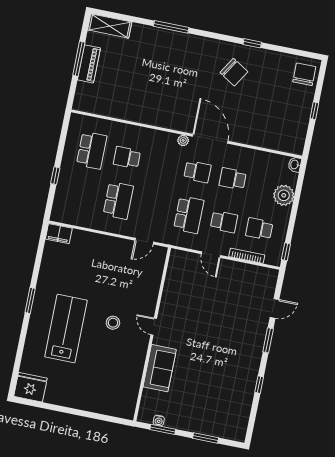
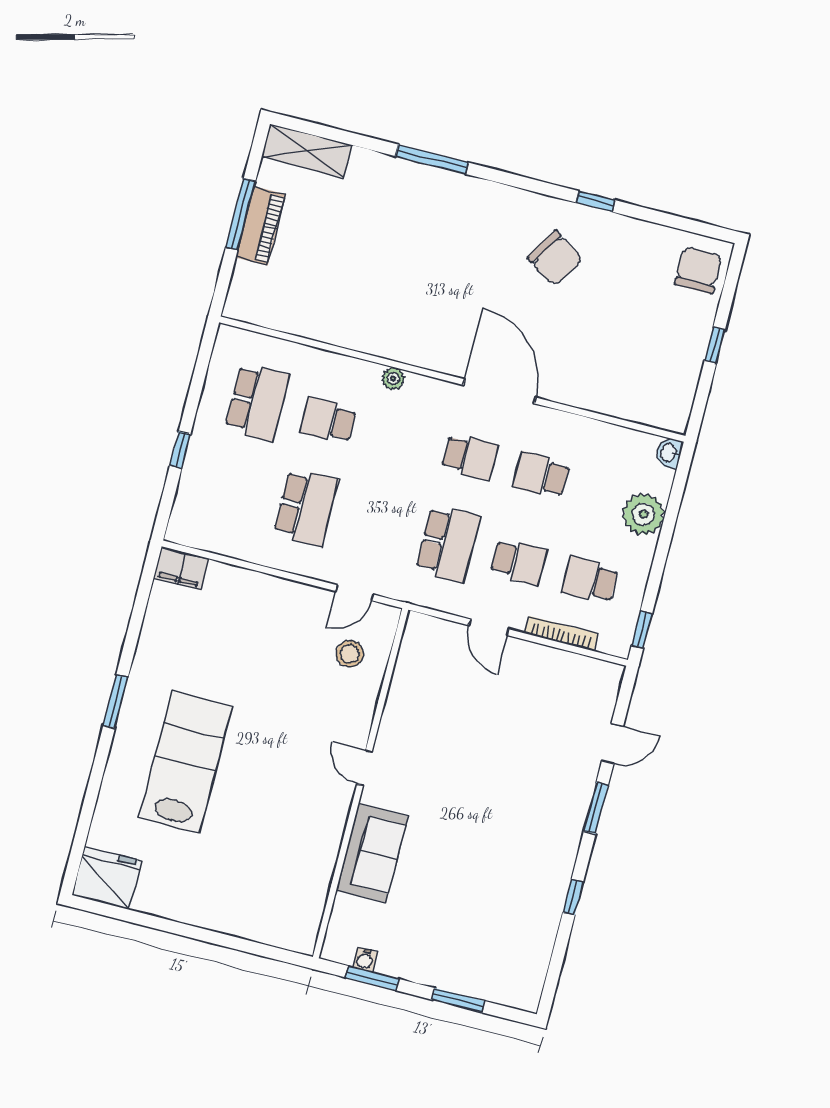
plant: (183, 140) -> (393, 379), moved
stool: (113, 323) -> (350, 654), moved

